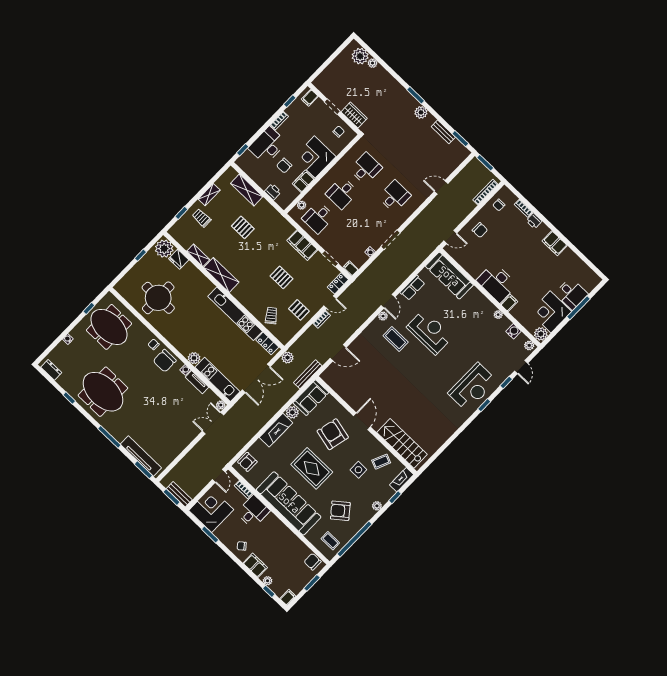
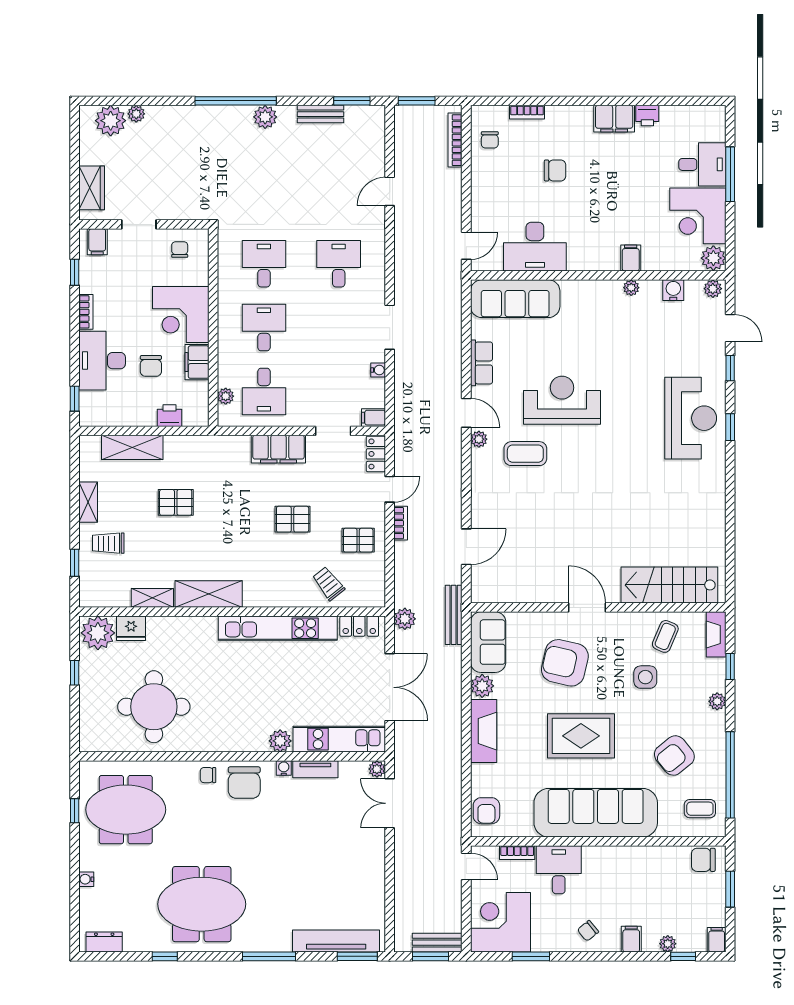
window: (416, 95) -> (236, 101), width x2.11
wardrobe: (354, 115) -> (92, 188), moved, turned 90
desk: (342, 193) -> (264, 328), turned 180
printer: (534, 221) -> (647, 116), moved
chair: (480, 230) -> (555, 170), moved
desk: (497, 283) -> (535, 247), moved
filing cabinet: (255, 565) -> (631, 939), width x0.50

